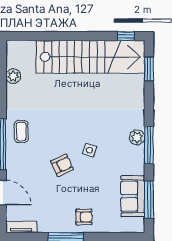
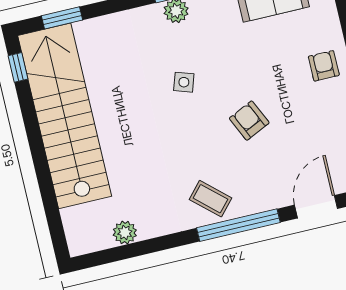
coffee table: (21, 131) -> (210, 199), turned 42
side table: (90, 150) -> (184, 82), moved

